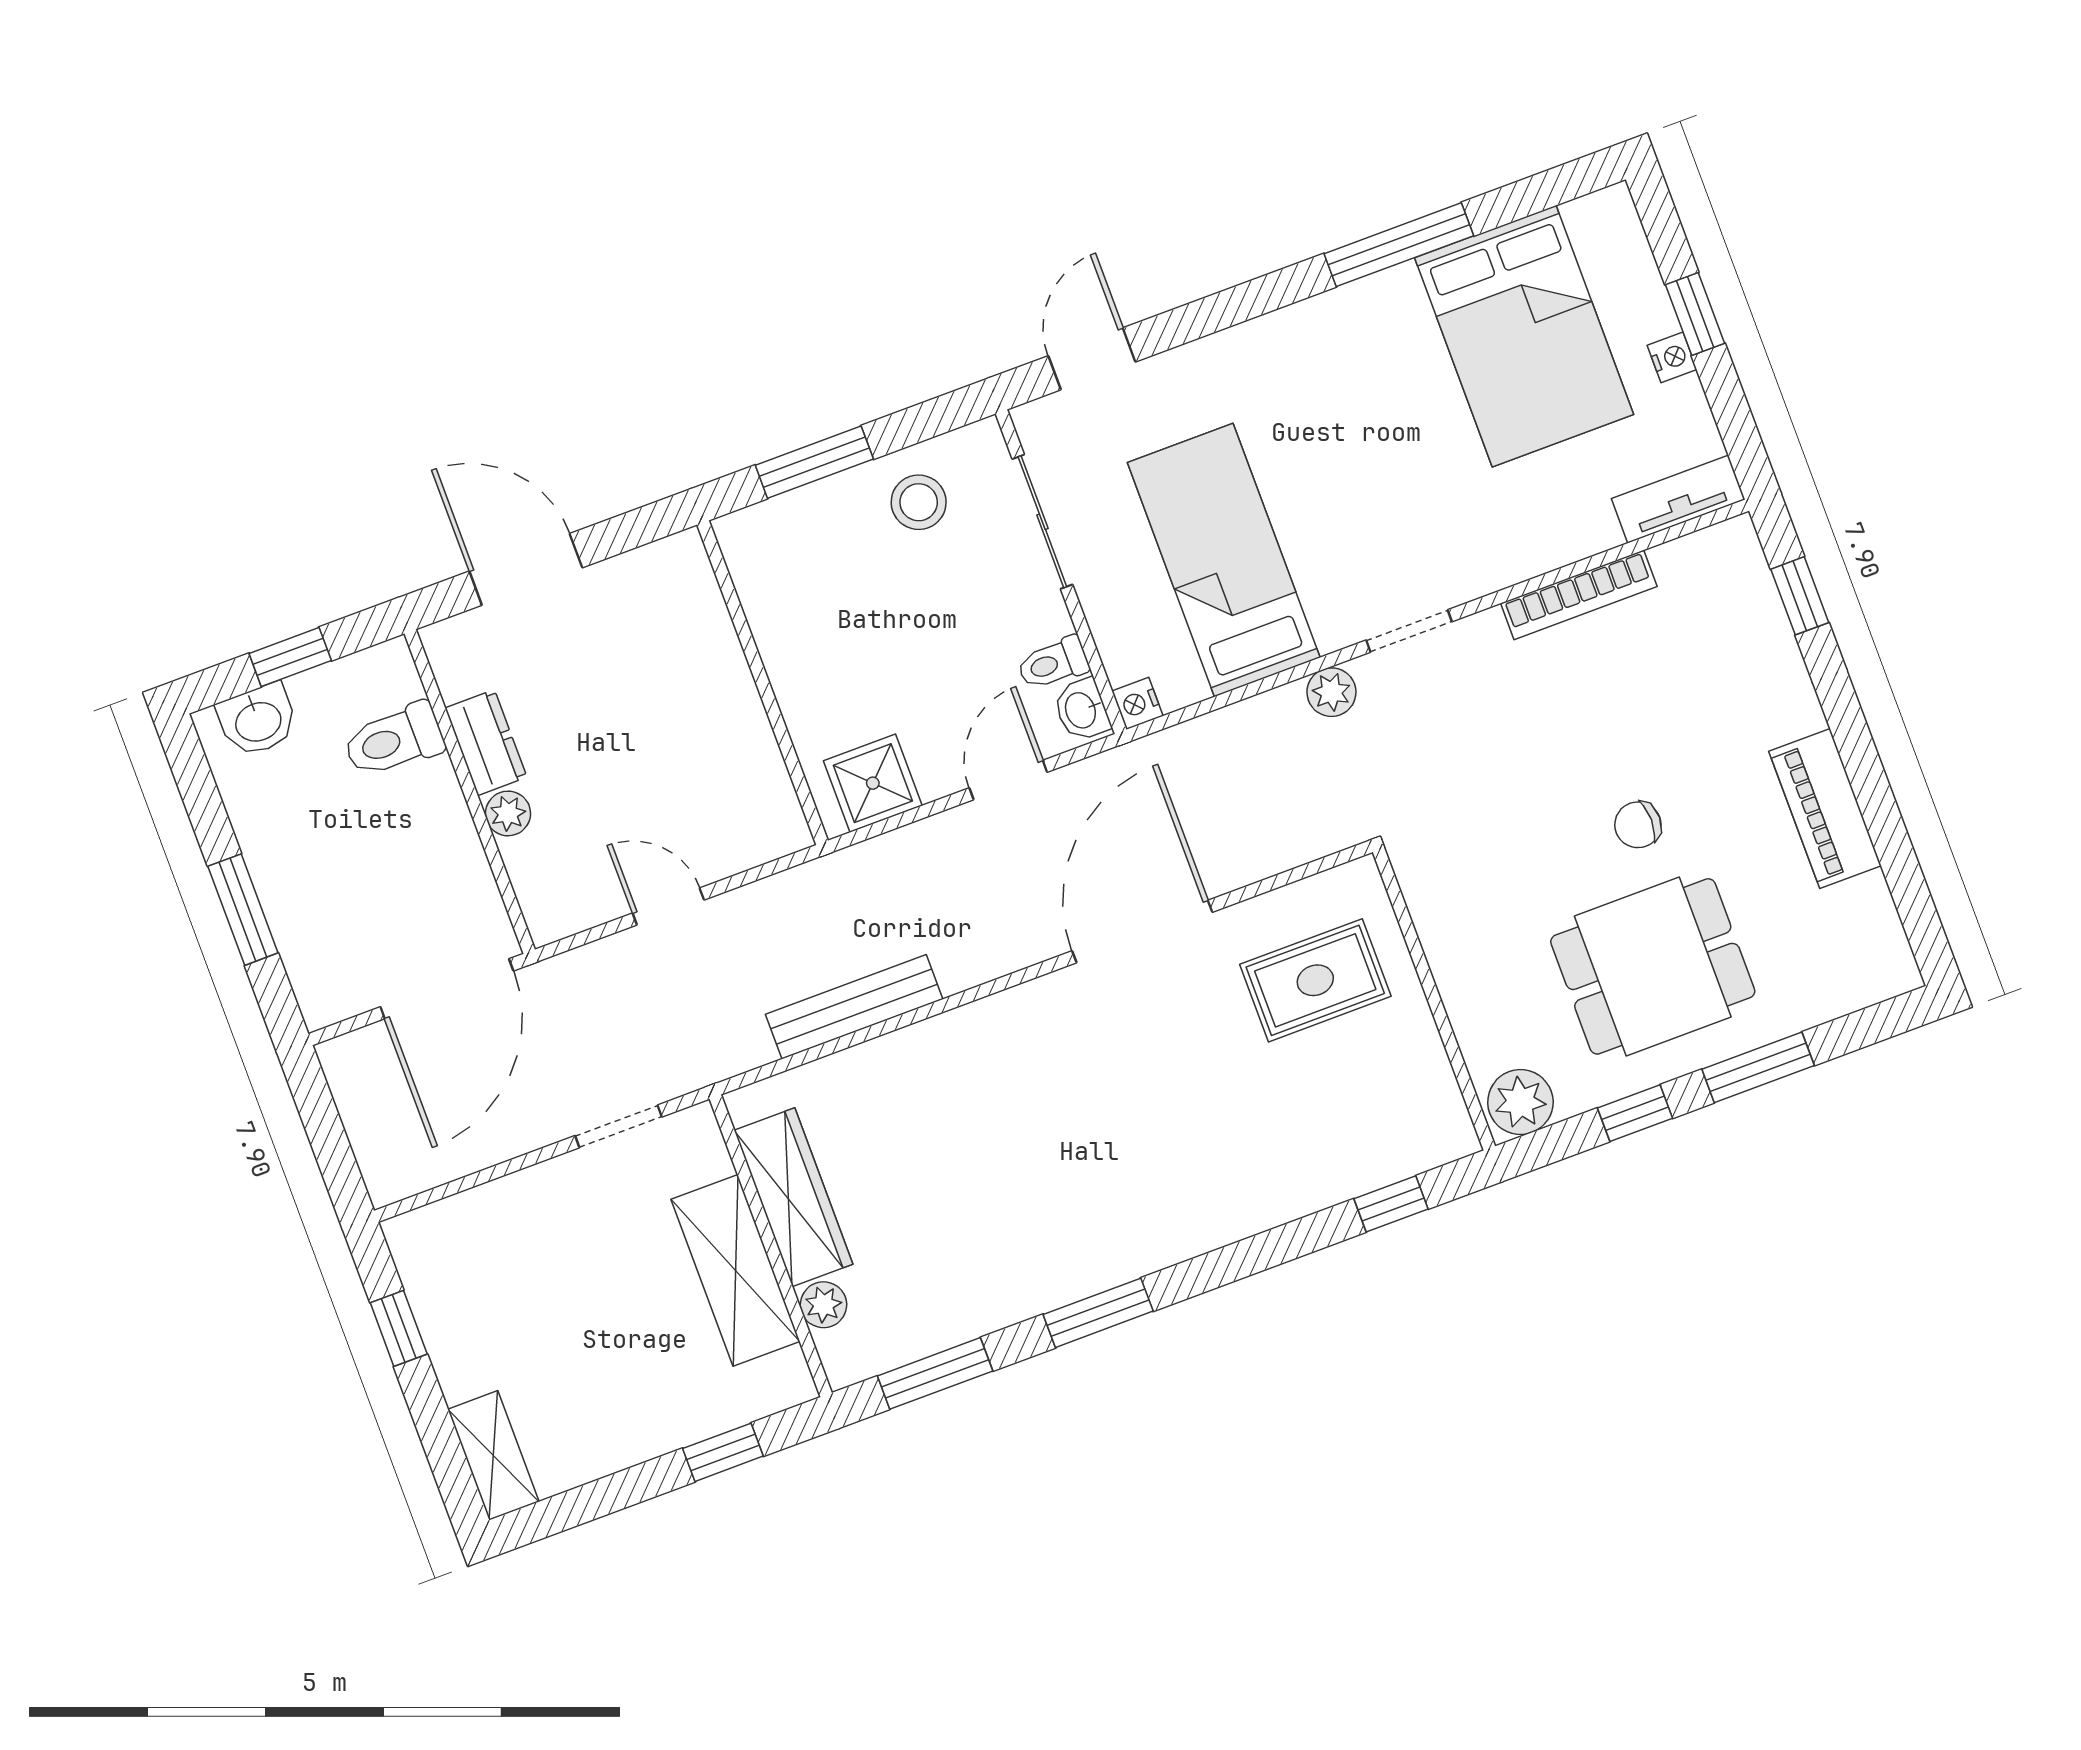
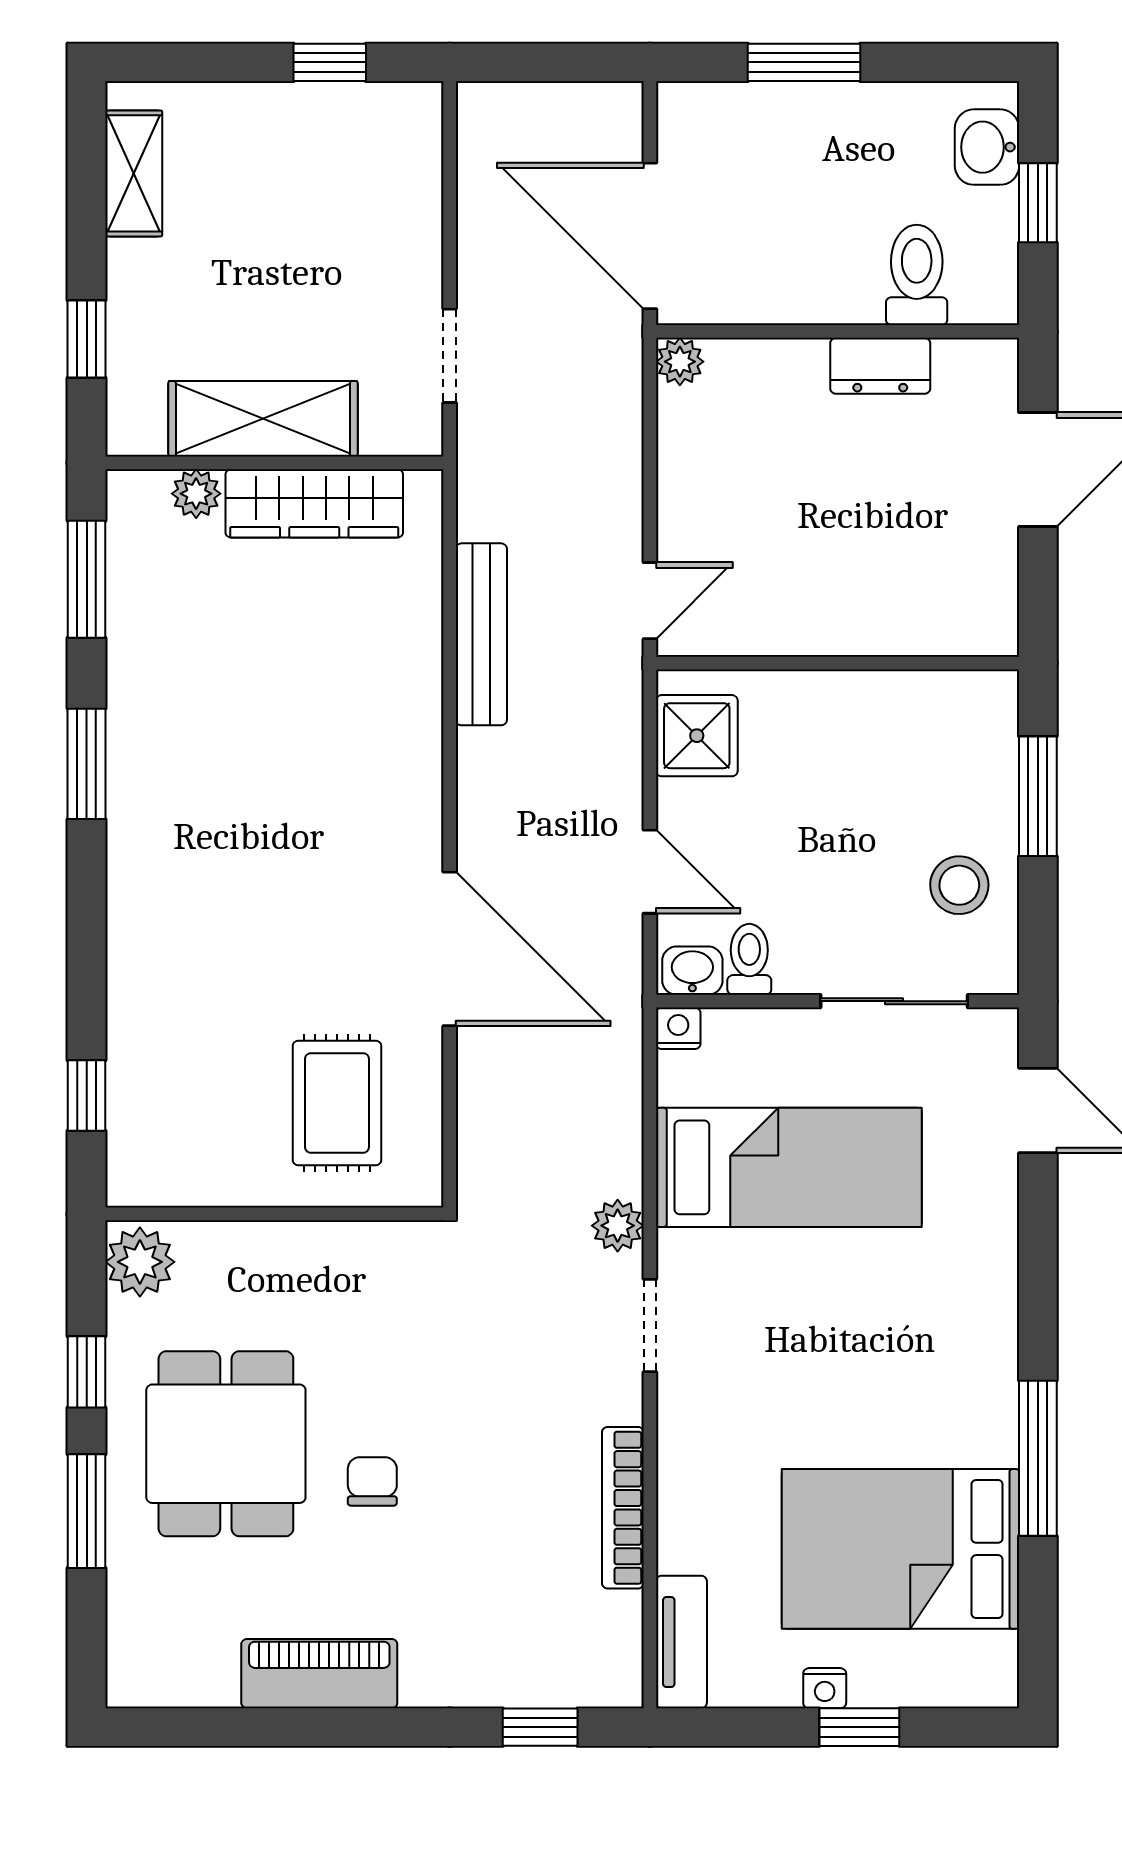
plant: (508, 813) -> (680, 362), moved
door: (668, 906) -> (650, 601), moved
shelving: (493, 1455) -> (134, 173), moved, turned 90

